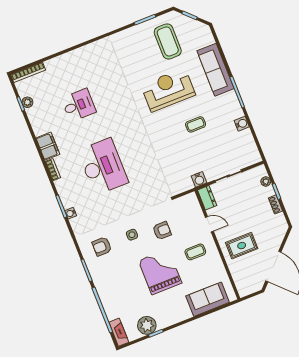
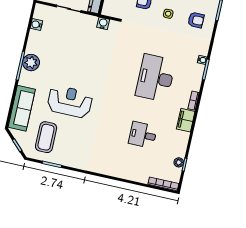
sofa: (215, 70) -> (22, 108), moved
reception desk: (168, 90) -> (70, 102), turned 180
plant: (229, 102) -> (31, 63), added
coffee table: (196, 124) -> (67, 63), removed
water cooler: (242, 124) -> (36, 25), moved
water cooler: (199, 179) -> (103, 23), moved

